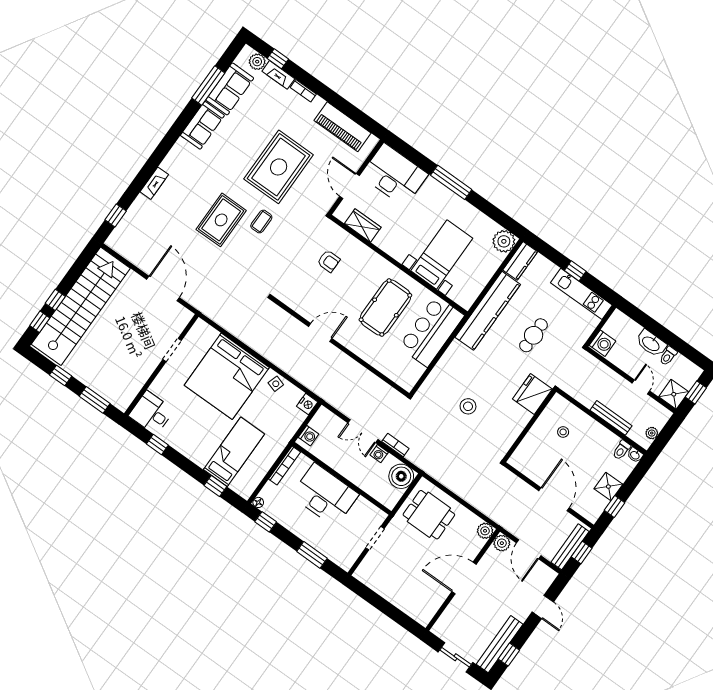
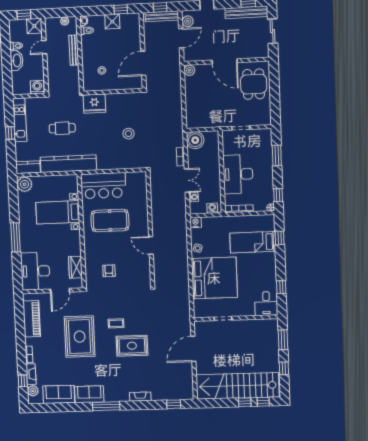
window: (208, 85) -> (106, 406), moved
rug: (279, 167) -> (80, 337), turned 90
washing machine: (379, 454) -> (194, 197), moved
door: (554, 499) -> (143, 63), moved
dining table: (429, 515) -> (254, 84), moved
plant: (502, 543) -> (188, 21), moved

